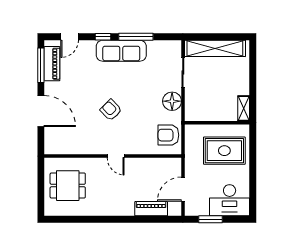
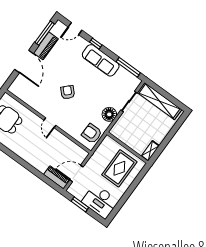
window: (136, 37) -> (128, 67), moved
piano: (52, 64) -> (46, 46), moved
rug: (224, 151) -> (119, 168), turned 90
piano: (151, 209) -> (57, 177), moved

